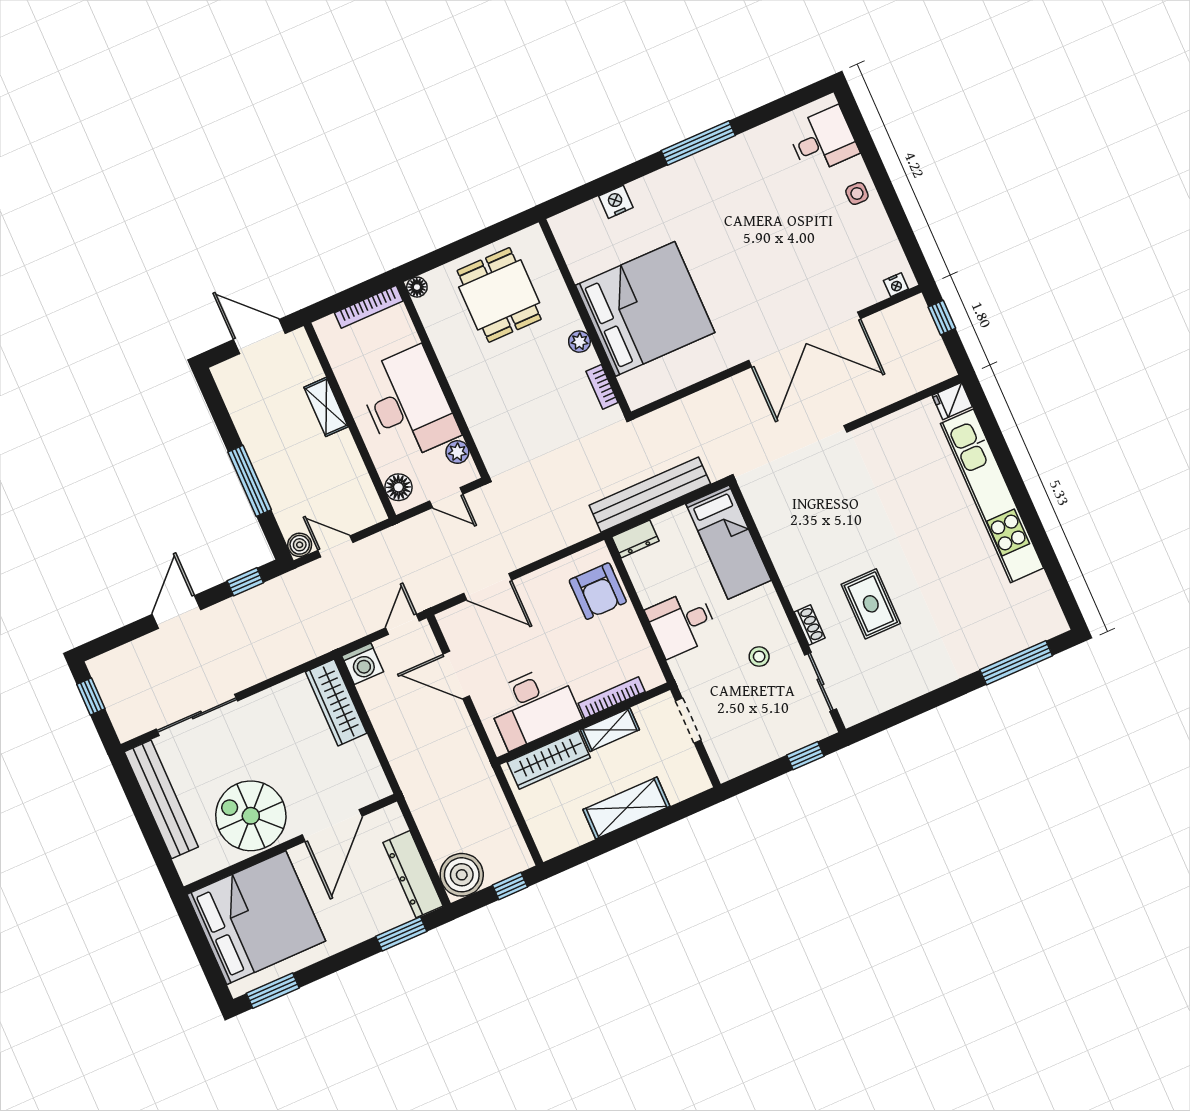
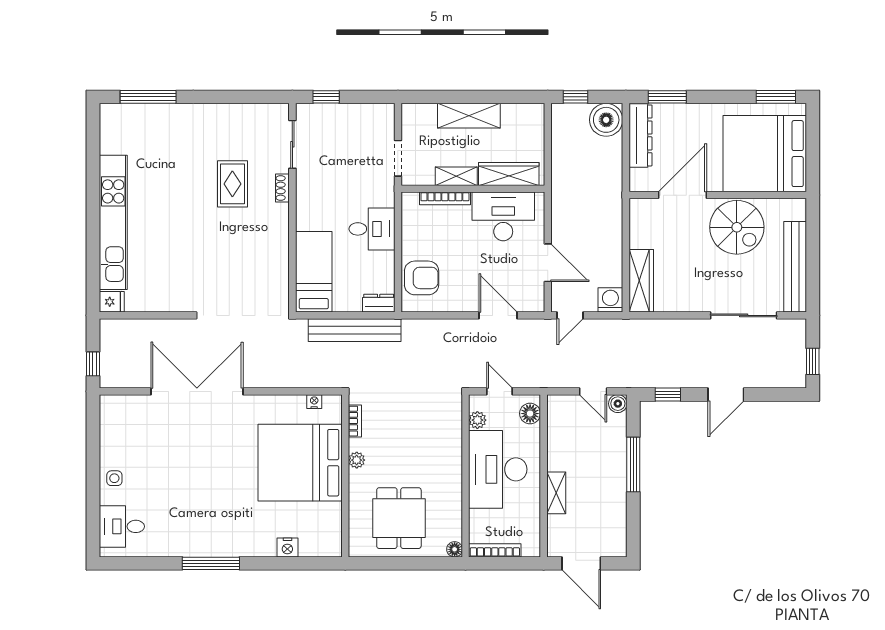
nightstand: (896, 285) -> (314, 402), moved
armchair: (598, 591) -> (422, 278), turned 90
stool: (759, 657) -> (328, 181), removed

